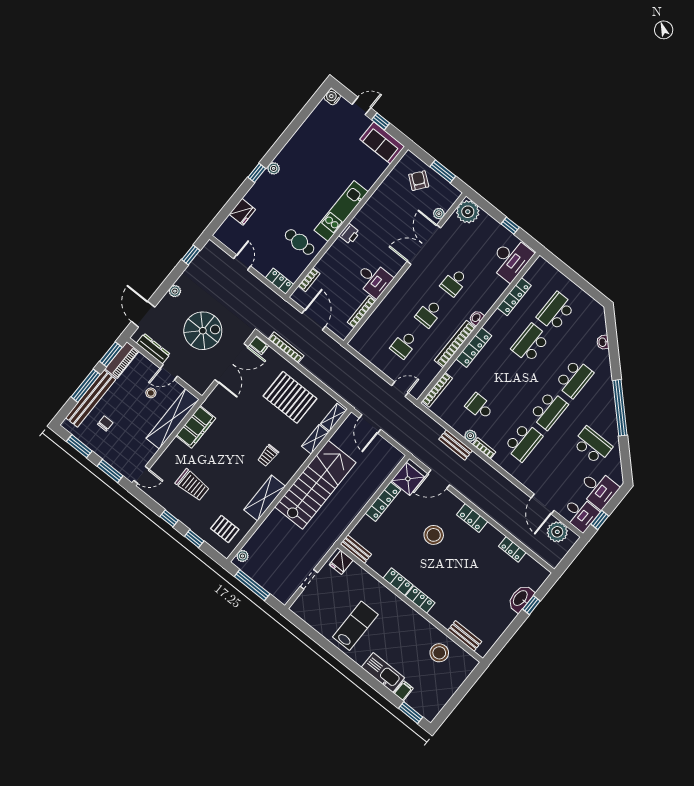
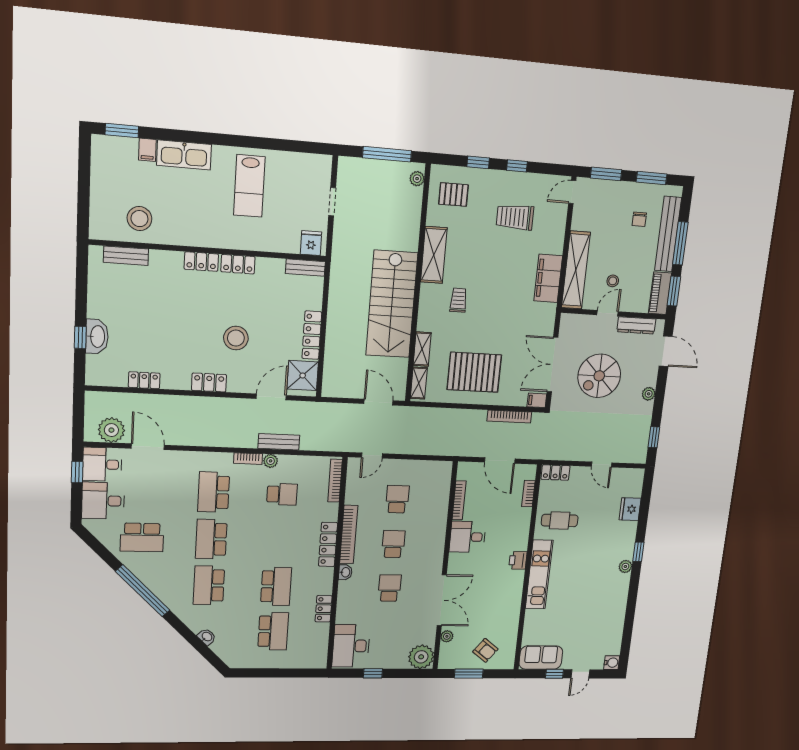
locker: (514, 297) -> (324, 609), width x0.66

